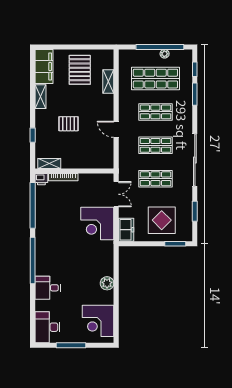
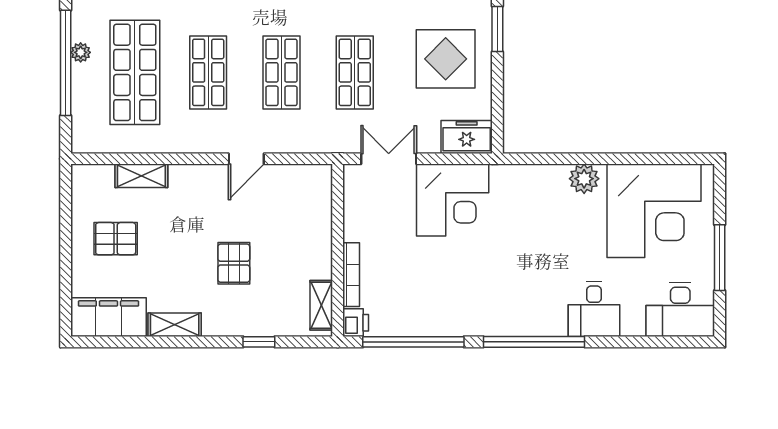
pallet: (80, 70) -> (116, 239), width x0.67, depth x0.71
corner desk: (98, 321) -> (654, 211), width x1.36, depth x1.36

